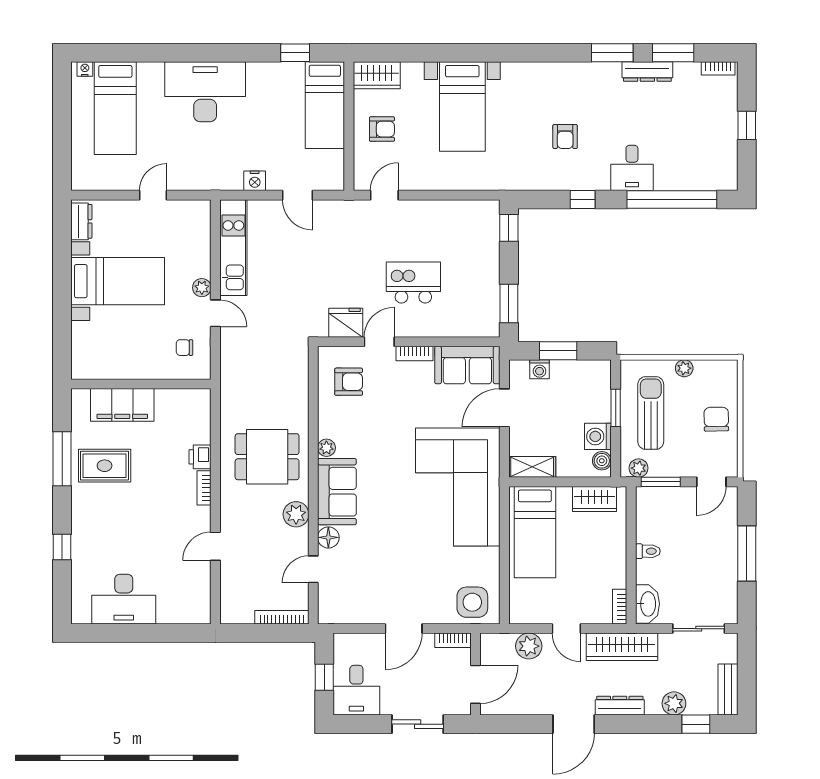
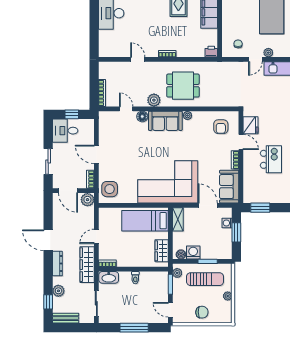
printer: (200, 457) -> (211, 52), moved
dining table: (267, 457) -> (183, 86), turned 90
plant: (529, 646) -> (87, 200), moved

